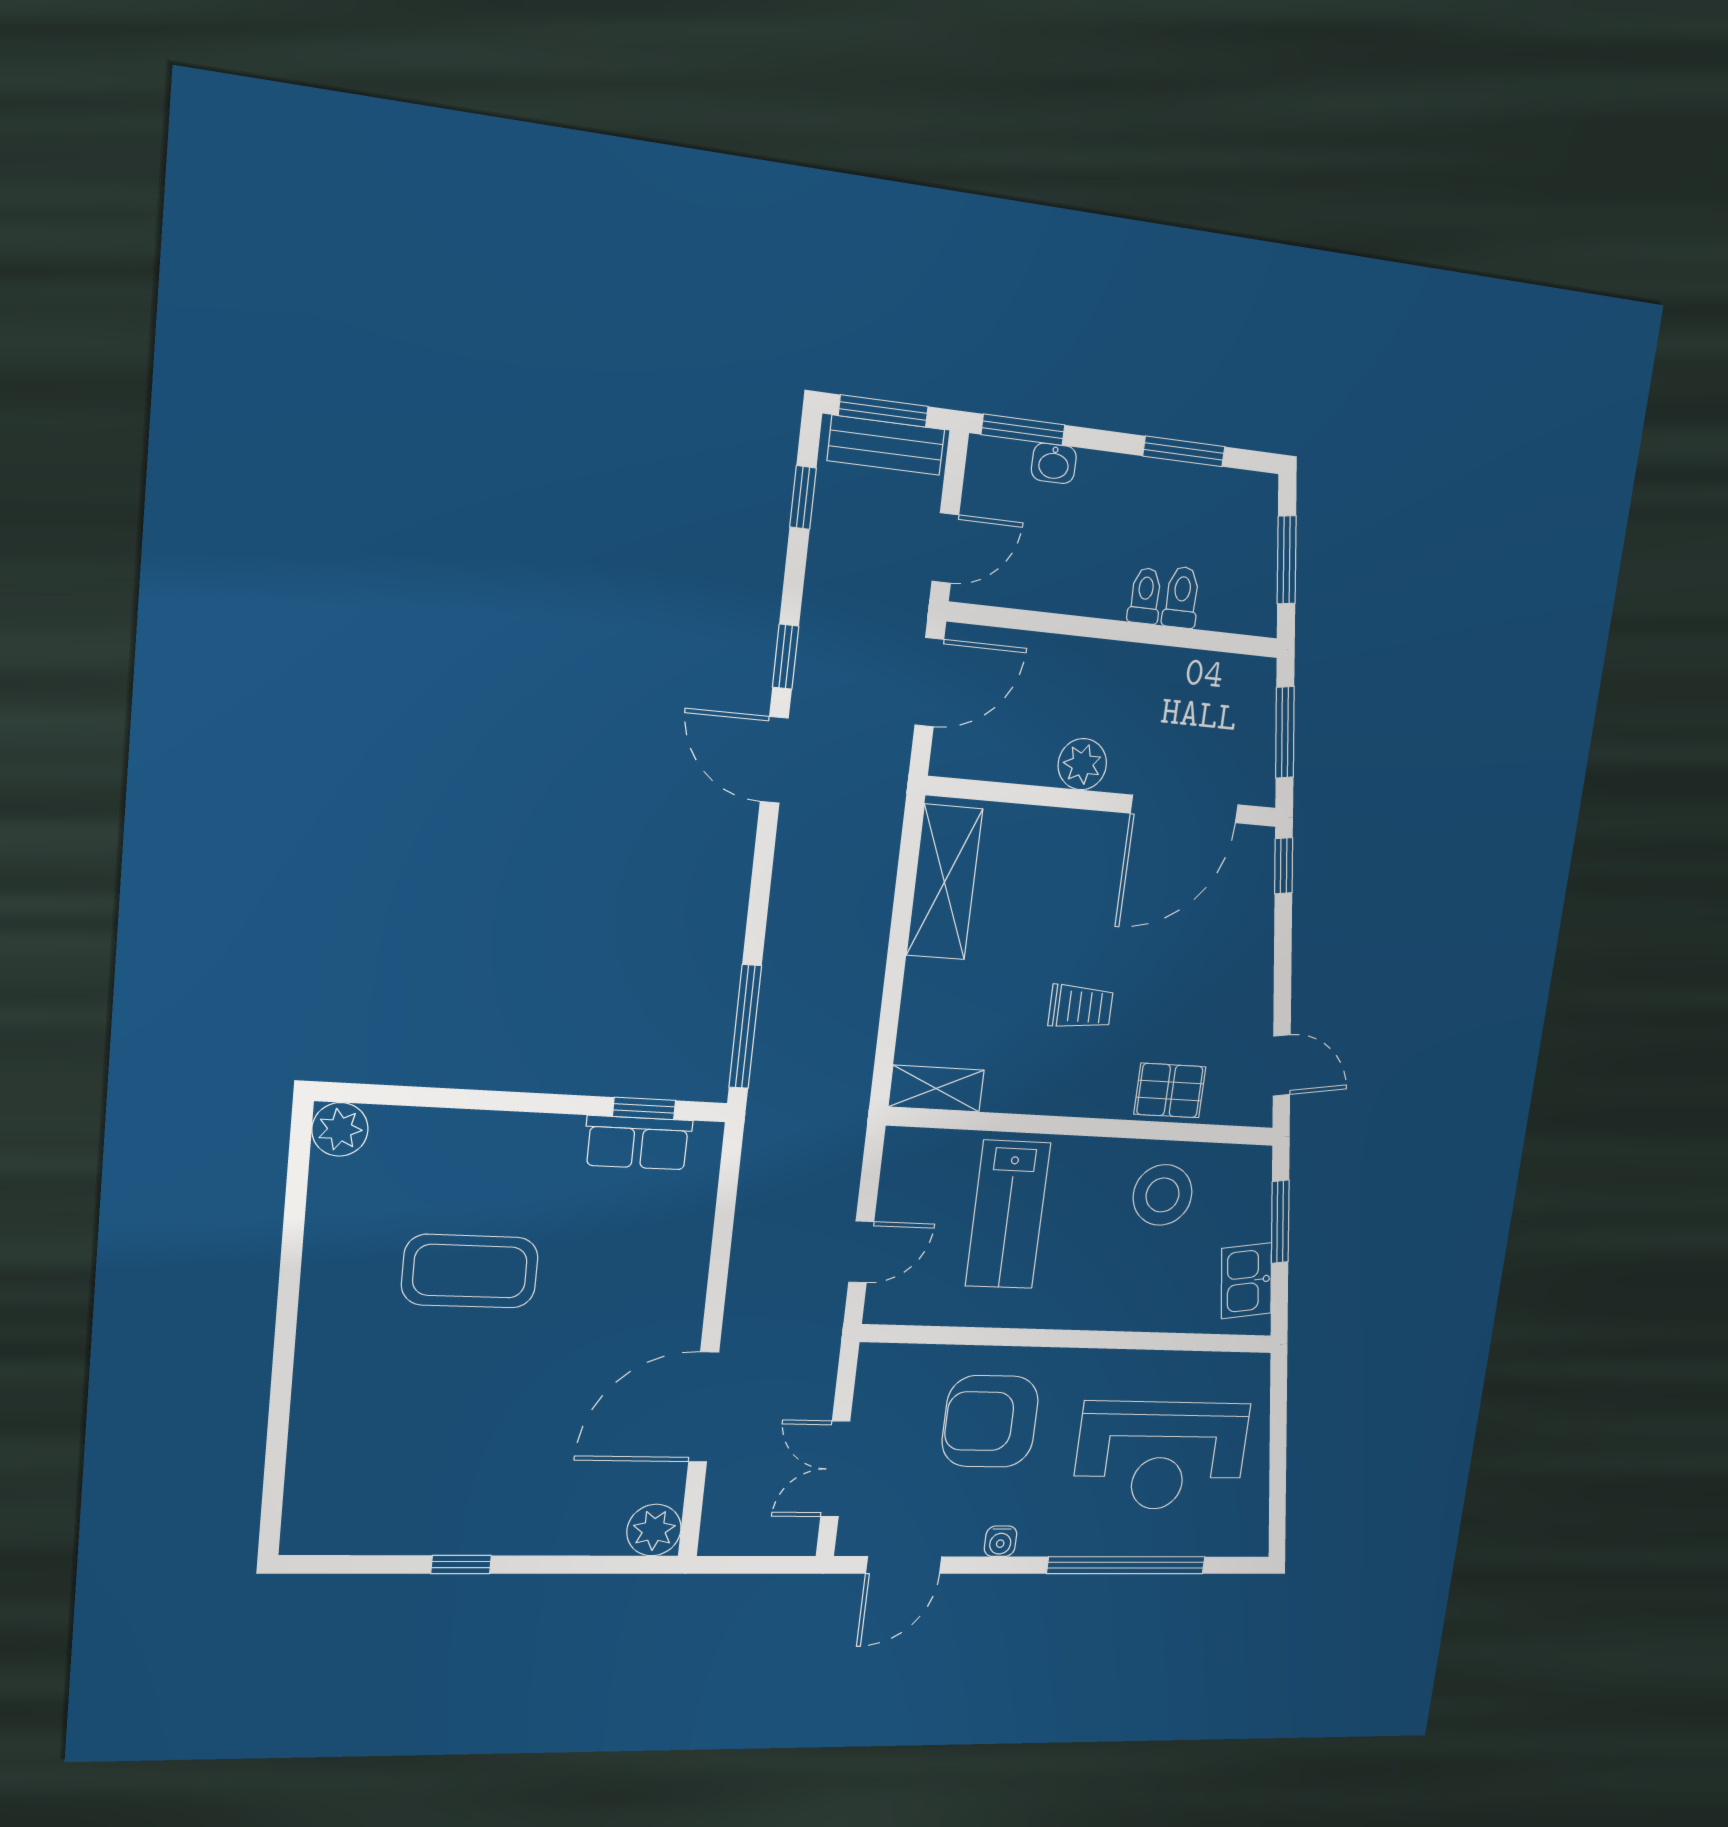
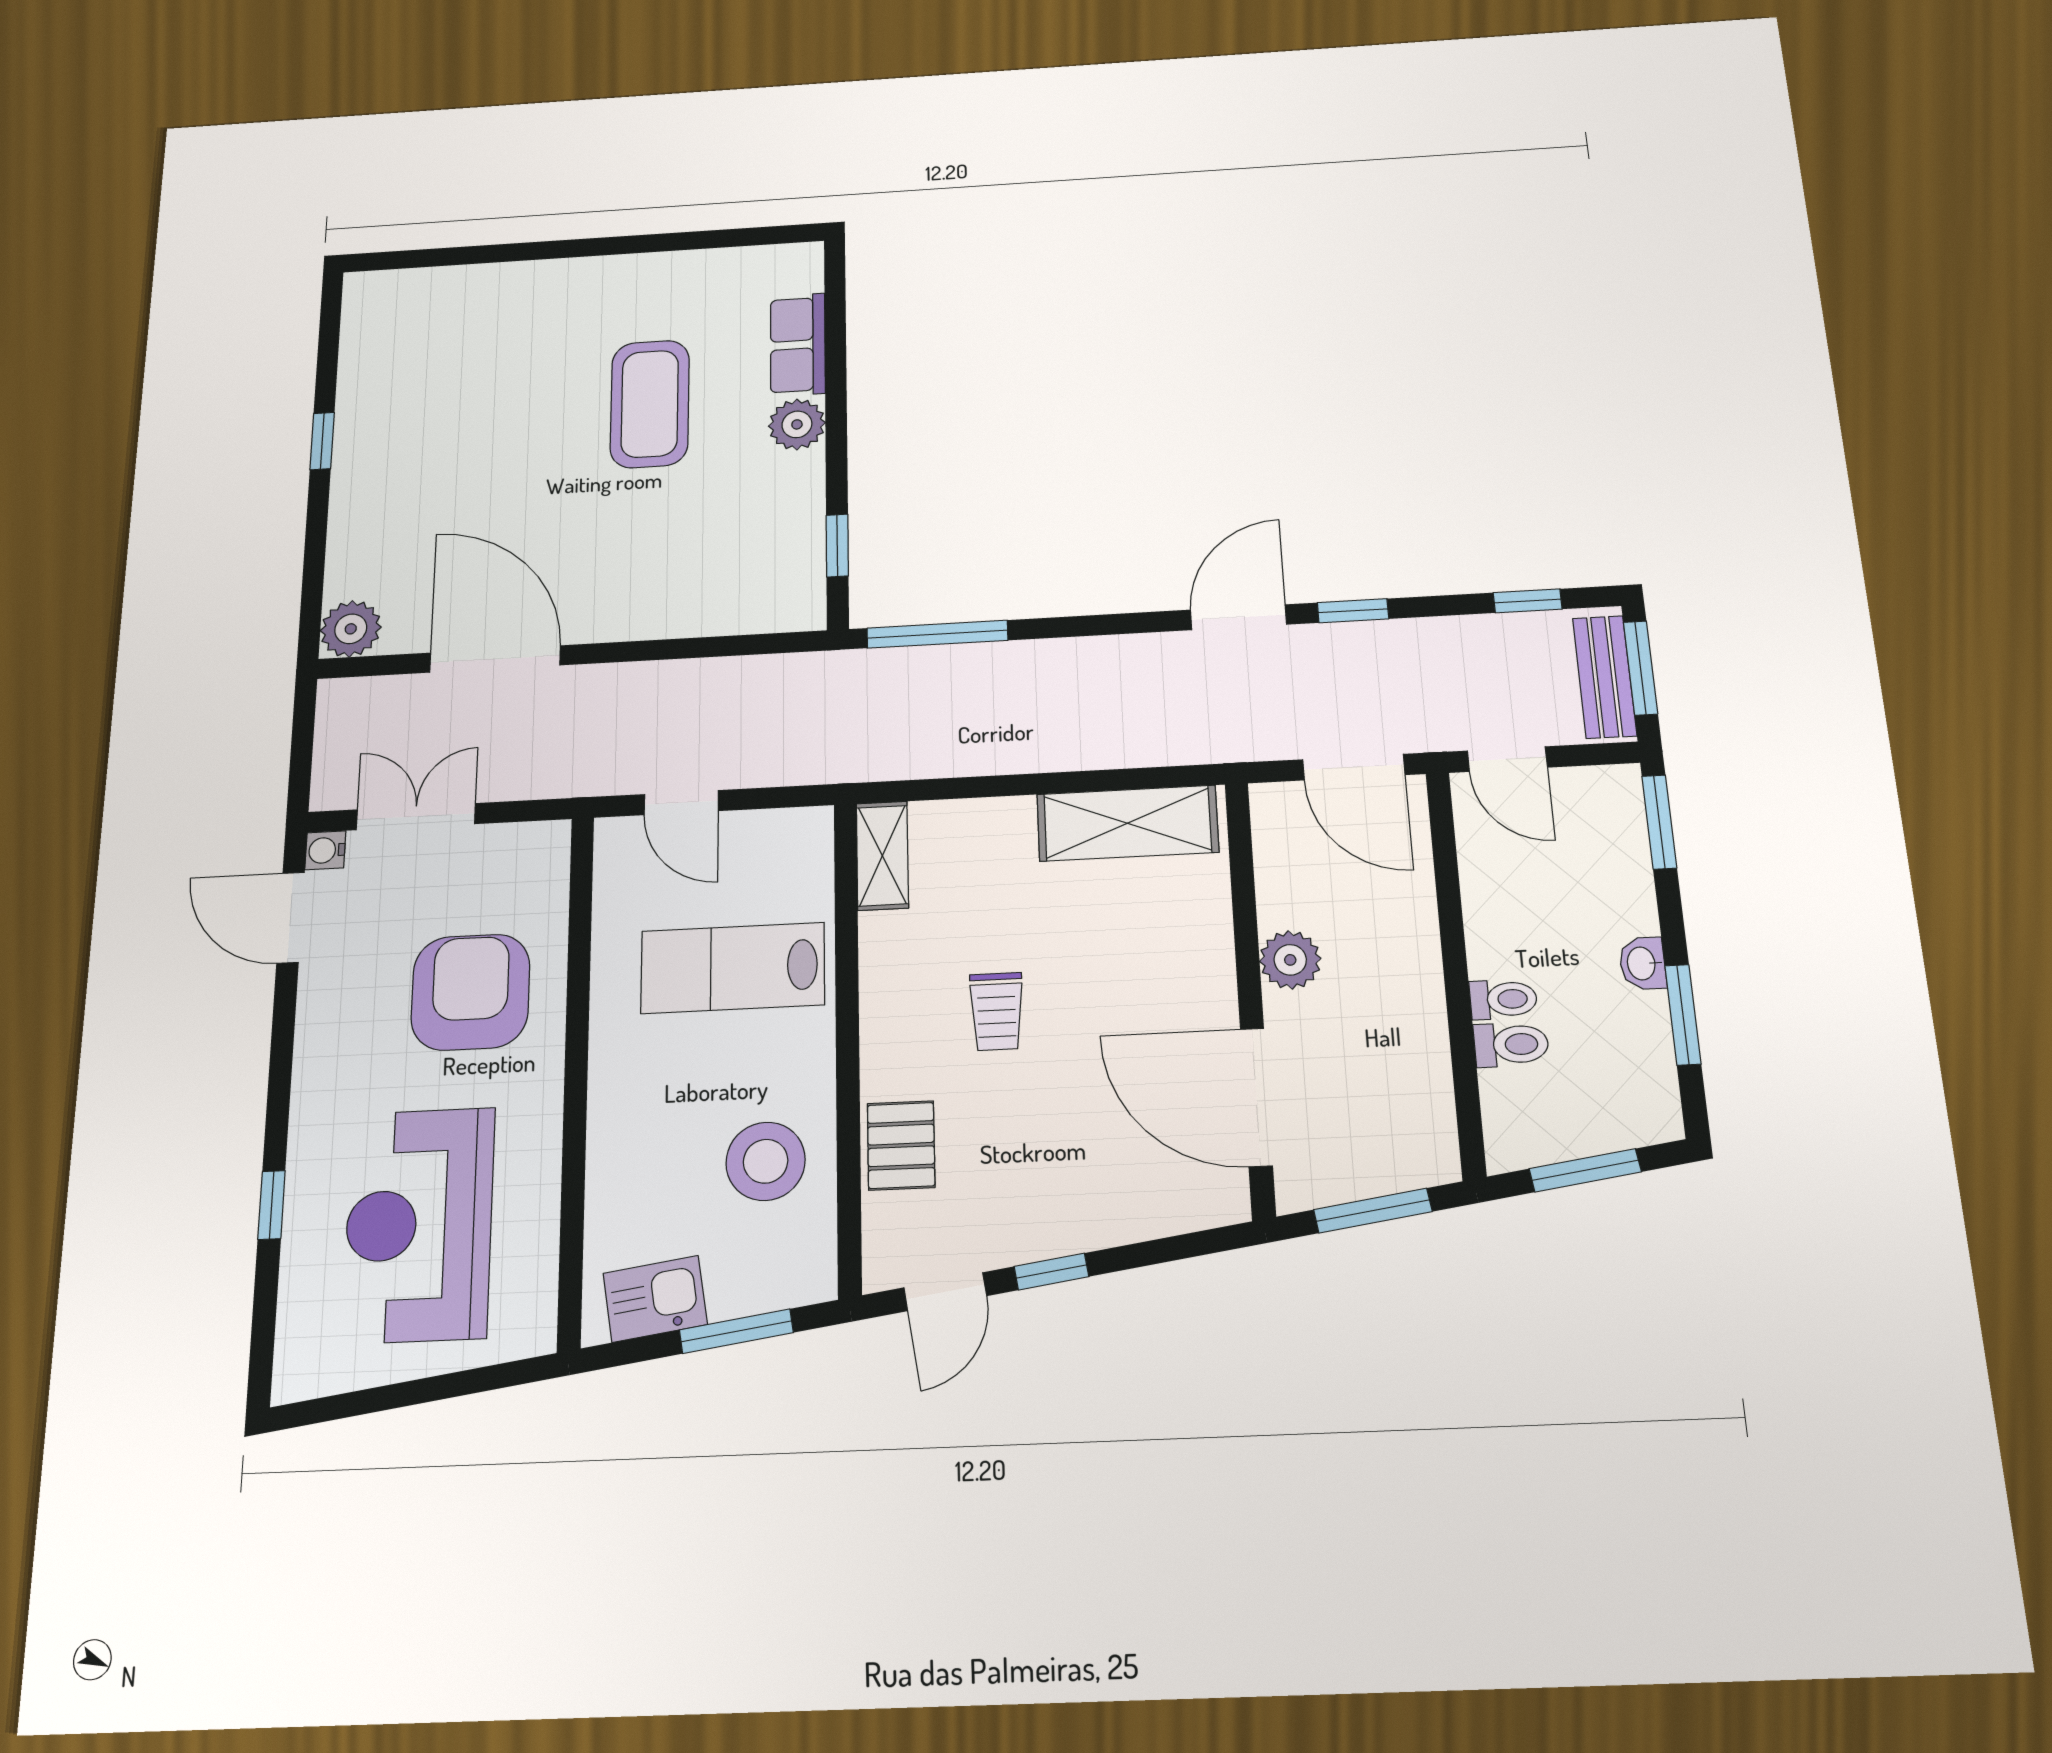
washbasin: (1054, 463) -> (1642, 963), moved
window: (1284, 866) -> (1052, 1272), moved
plant: (340, 1129) -> (797, 424), moved
row of seats: (638, 1143) -> (798, 345), moved
water cooler: (1001, 1541) -> (325, 850), moved
window: (1126, 1565) -> (272, 1205), width x0.32

